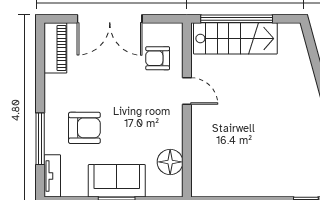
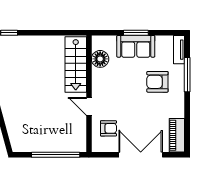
stairs: (235, 38) -> (76, 64), moved, turned -90

